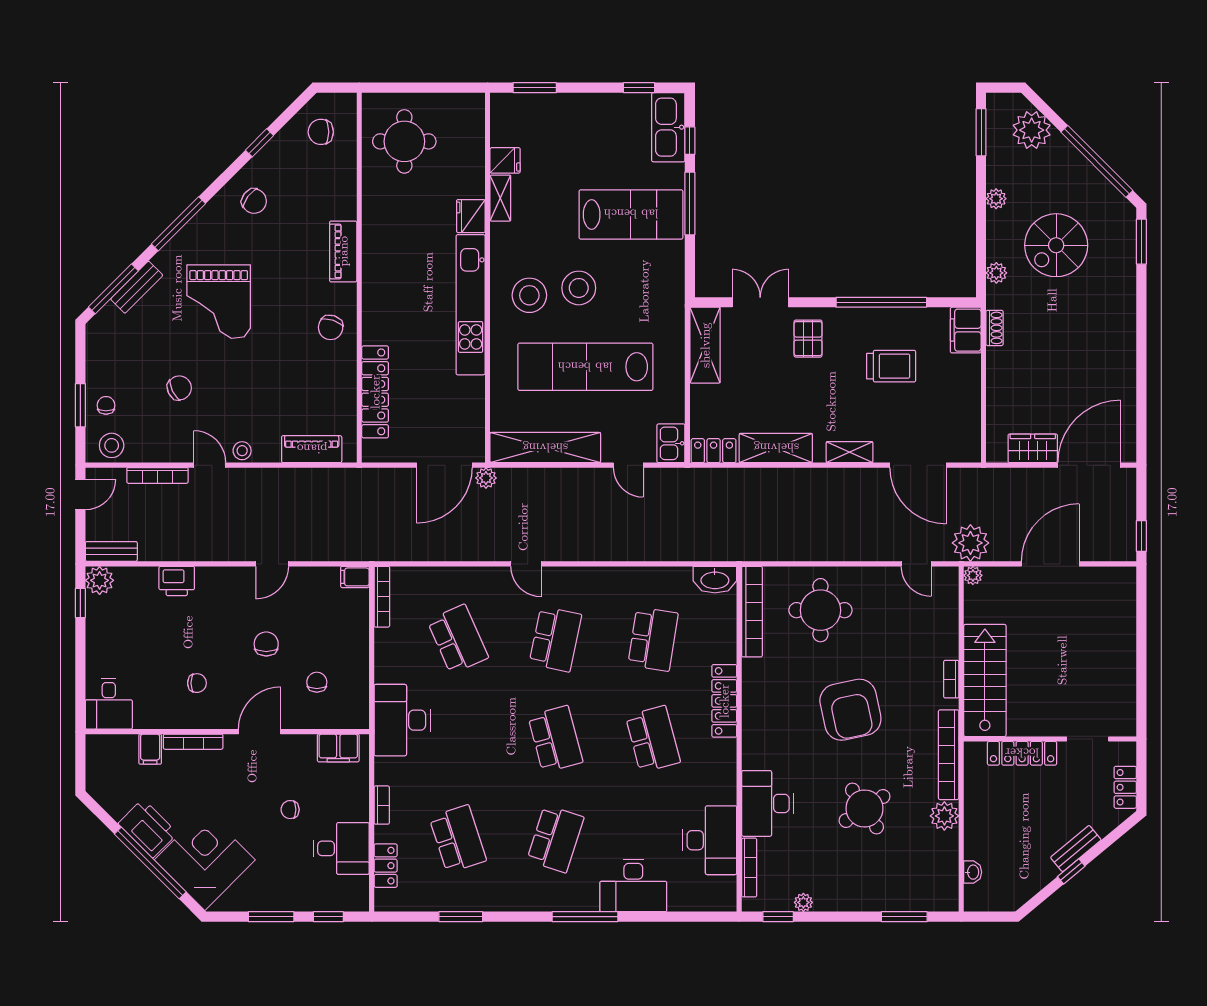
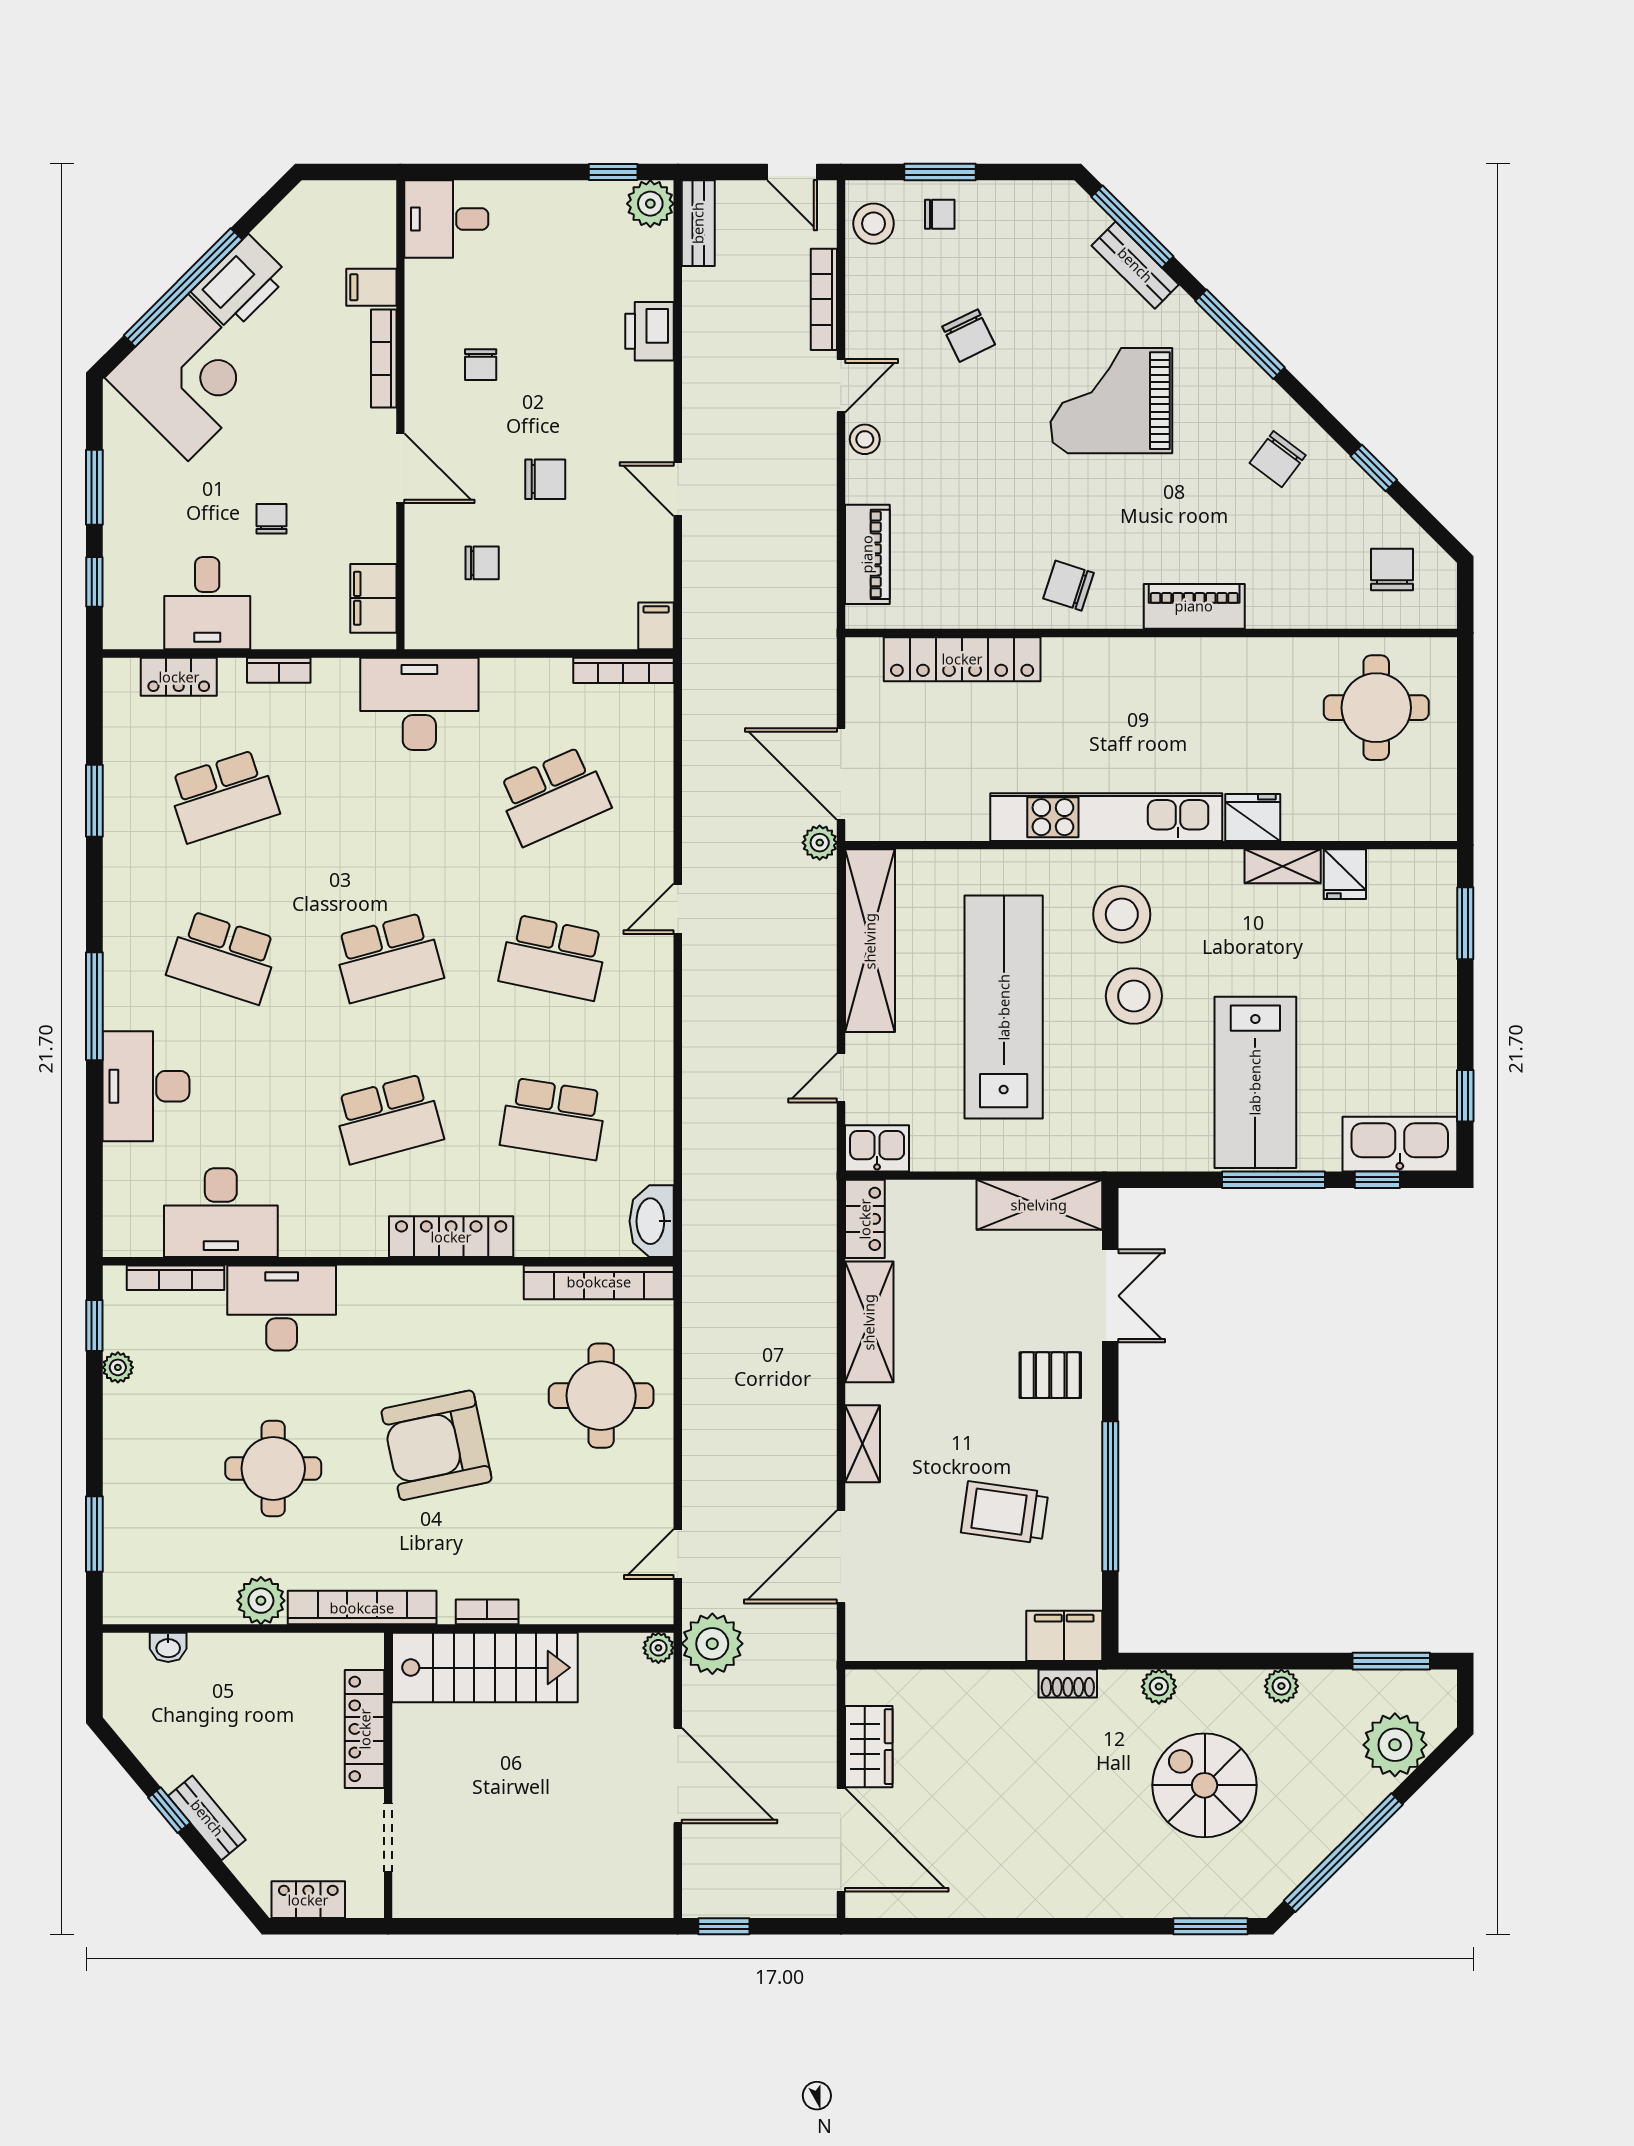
trolley: (891, 366) -> (1005, 1512), turned 98
round table: (865, 808) -> (273, 1468), turned 33

